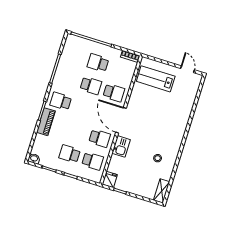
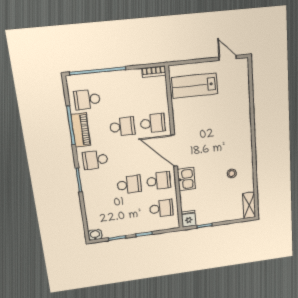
school desk: (98, 63) -> (87, 100), moved
piano: (46, 122) -> (81, 130), moved
school desk: (70, 154) -> (129, 185), moved, turned 180

